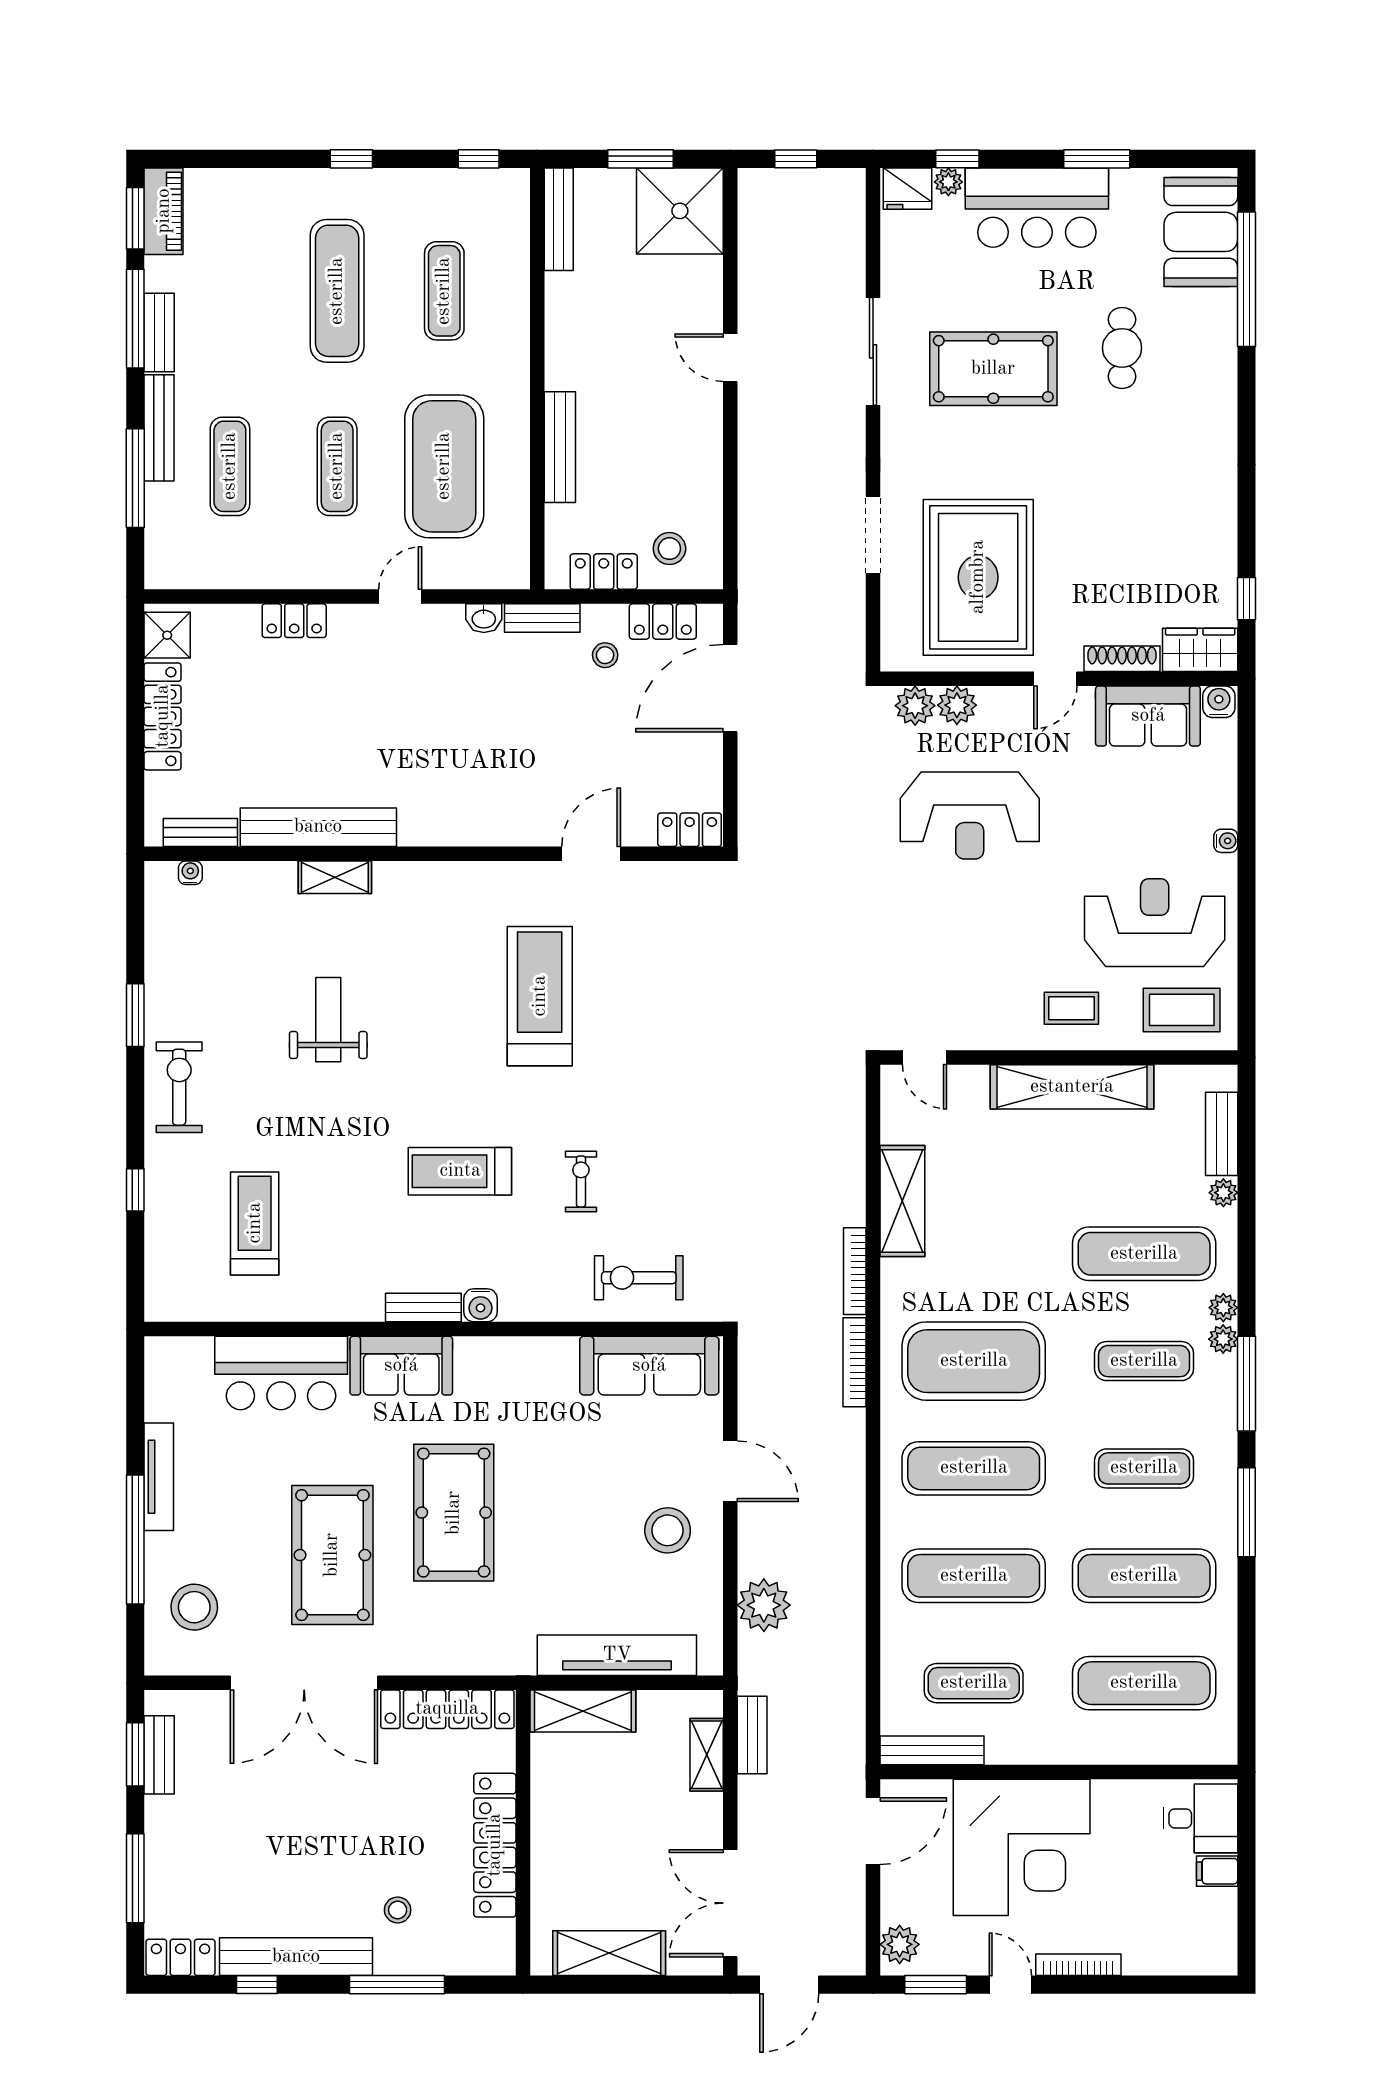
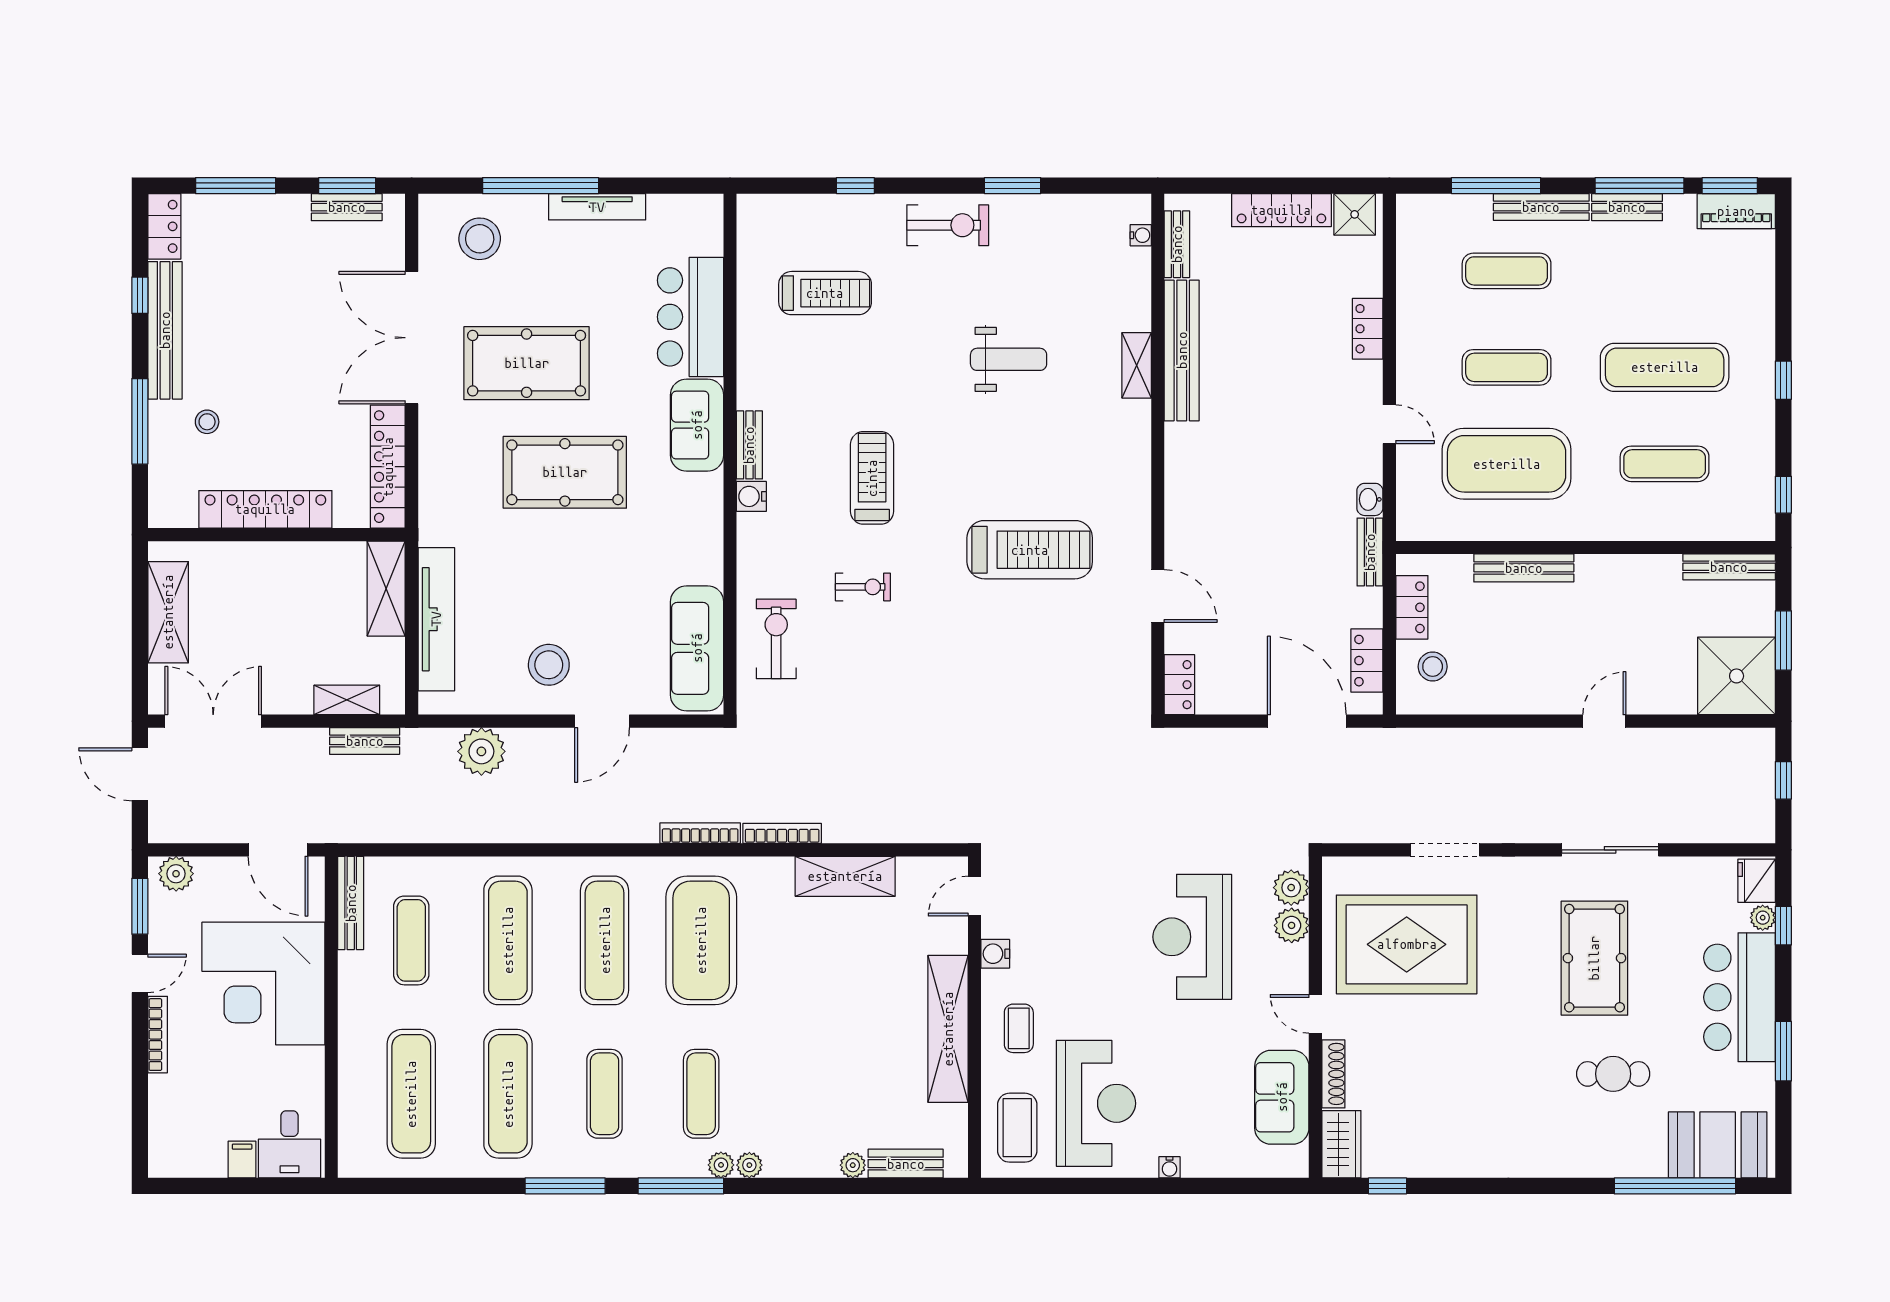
stool: (605, 655) -> (1337, 609), removed
water cooler: (1219, 702) -> (995, 954), moved, turned 180
exercise mat: (1144, 1254) -> (798, 1094), removed

